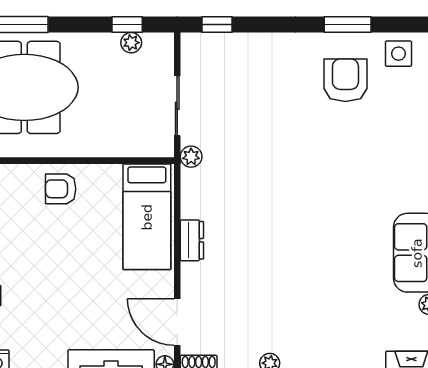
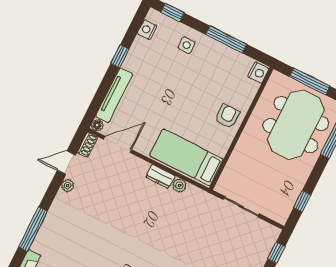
plant: (131, 43) -> (291, 198), removed
plant: (191, 157) -> (179, 185), moved

